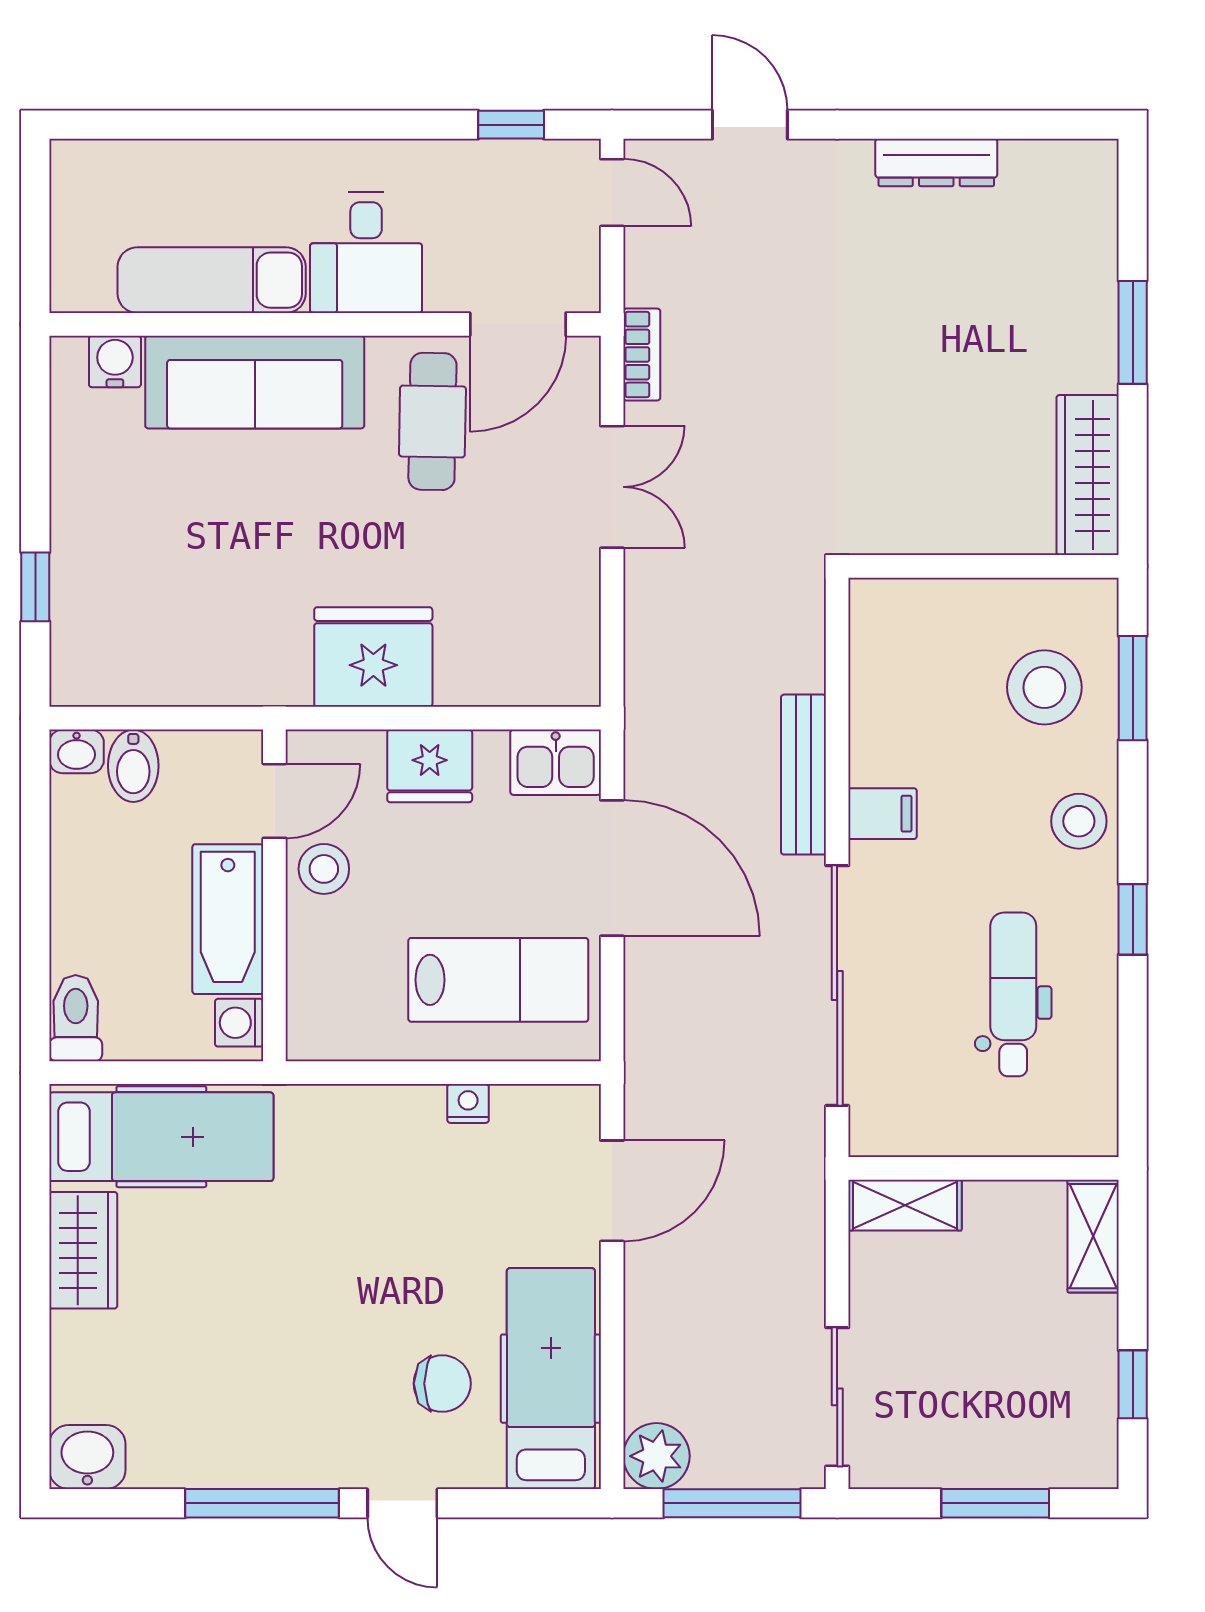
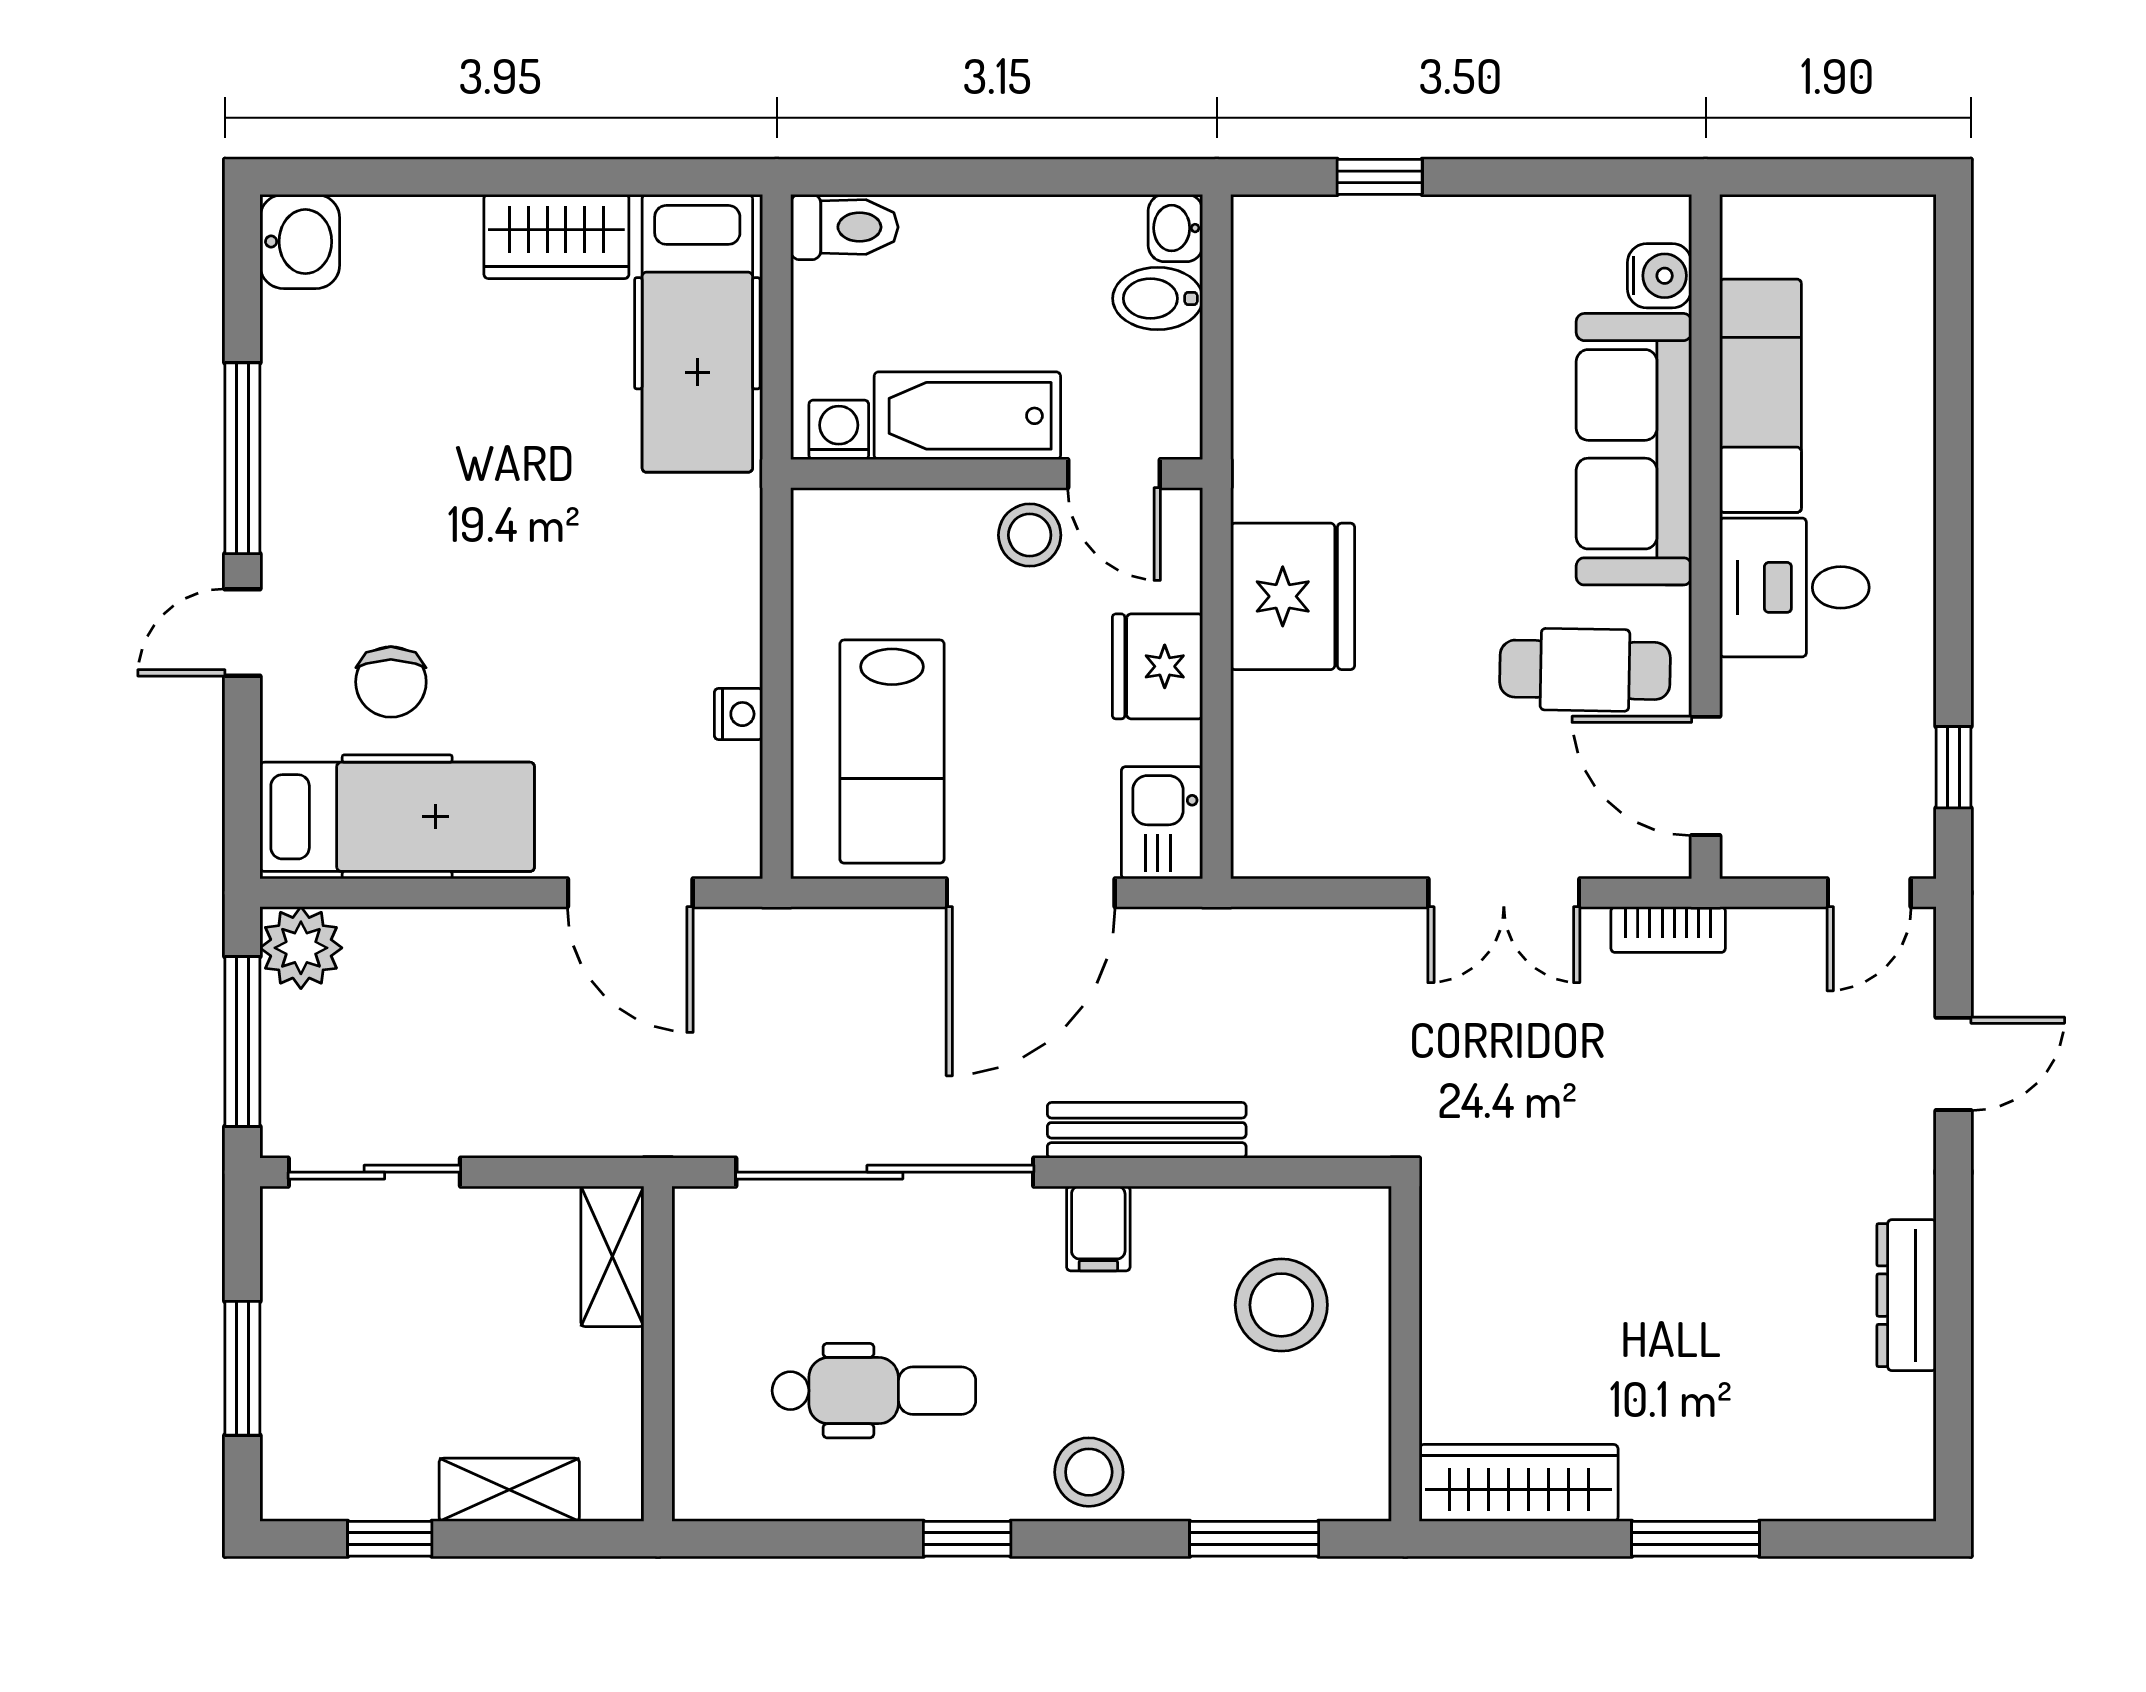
stool: (1044, 687) -> (1281, 1305), moved
shelving: (1093, 1236) -> (509, 1490), moved

